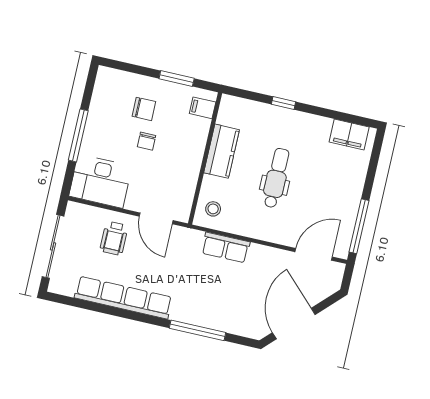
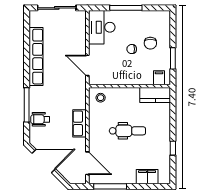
window: (283, 103) -> (173, 148), moved
filing cabinet: (349, 134) -> (147, 177), moved, turned 90
kitchen counter: (222, 151) -> (155, 95), moved
door: (156, 218) -> (87, 65), hinge flipped
wheelchair: (114, 238) -> (40, 119), moved
row of seats: (226, 247) -> (79, 123), moved

